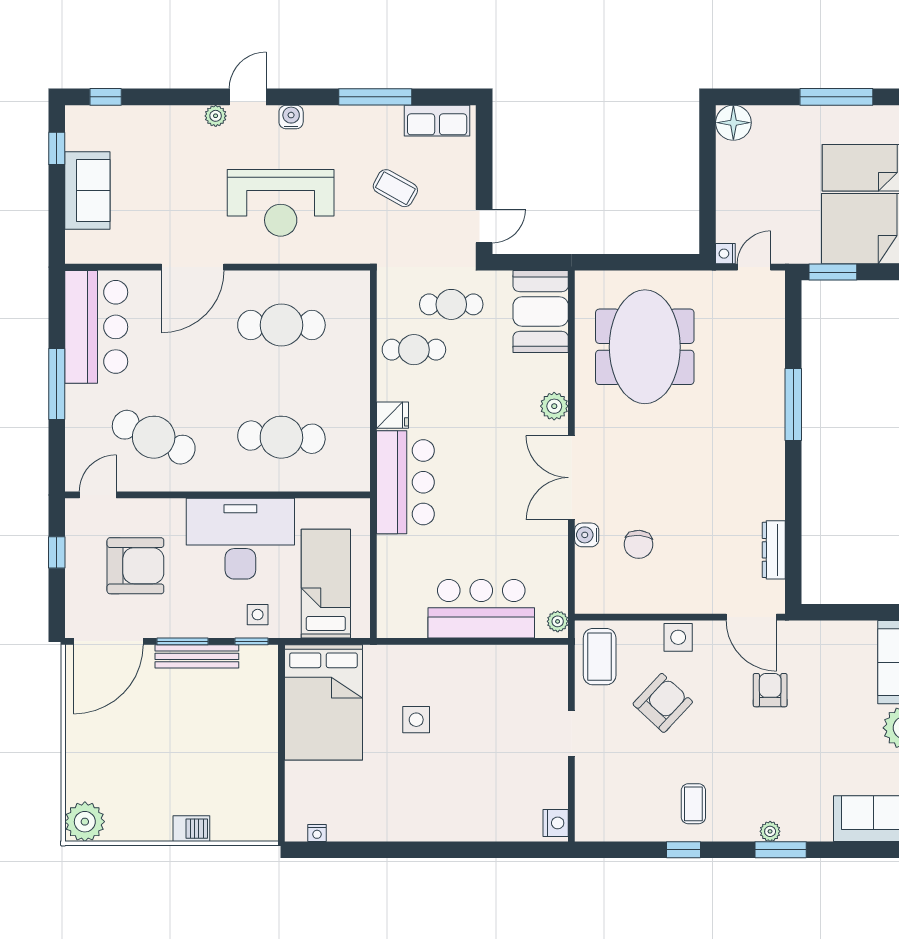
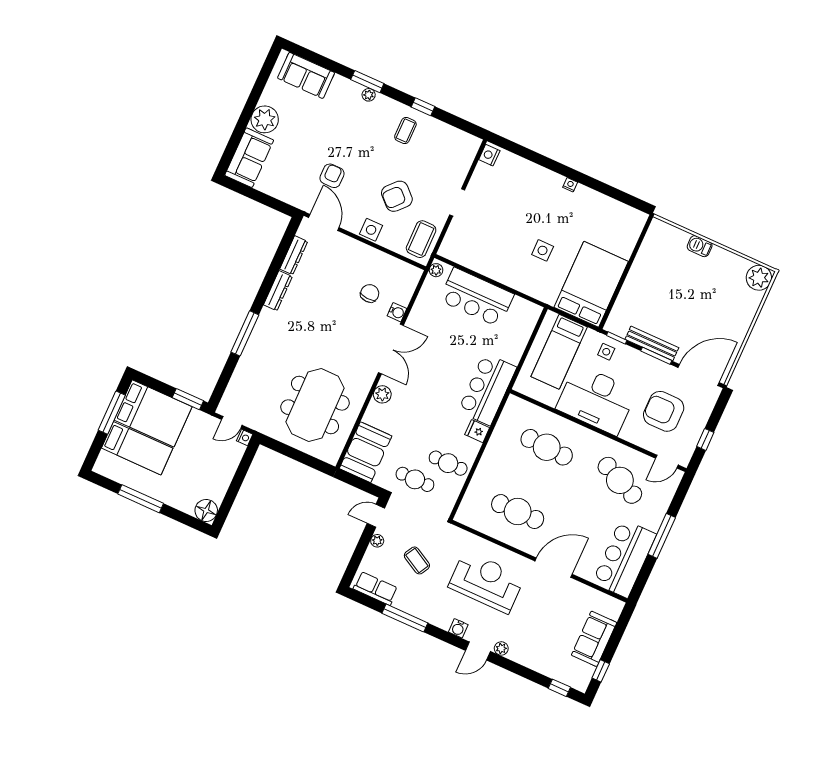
plant: (466, 191) -> (377, 541), added
dresser: (773, 488) -> (278, 291), added
armchair: (770, 690) -> (332, 176), turned 180
nightstand: (317, 833) -> (570, 185), moved

